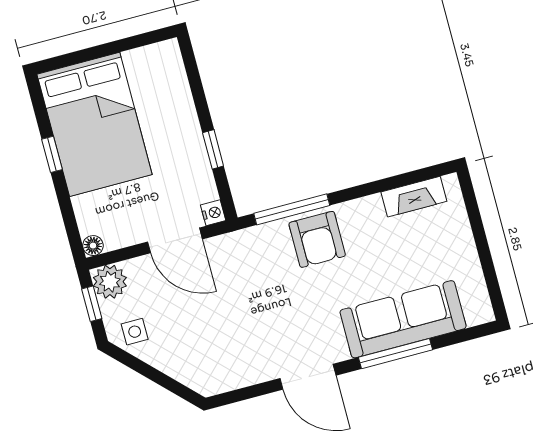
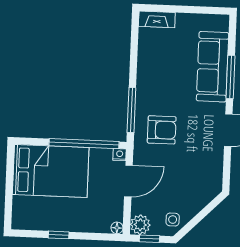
bed: (95, 124) -> (51, 171), moved
window: (213, 149) -> (84, 144), width x3.17
fireplace: (414, 197) -> (157, 19), moved, turned 90
armchair: (317, 239) -> (162, 130), moved

